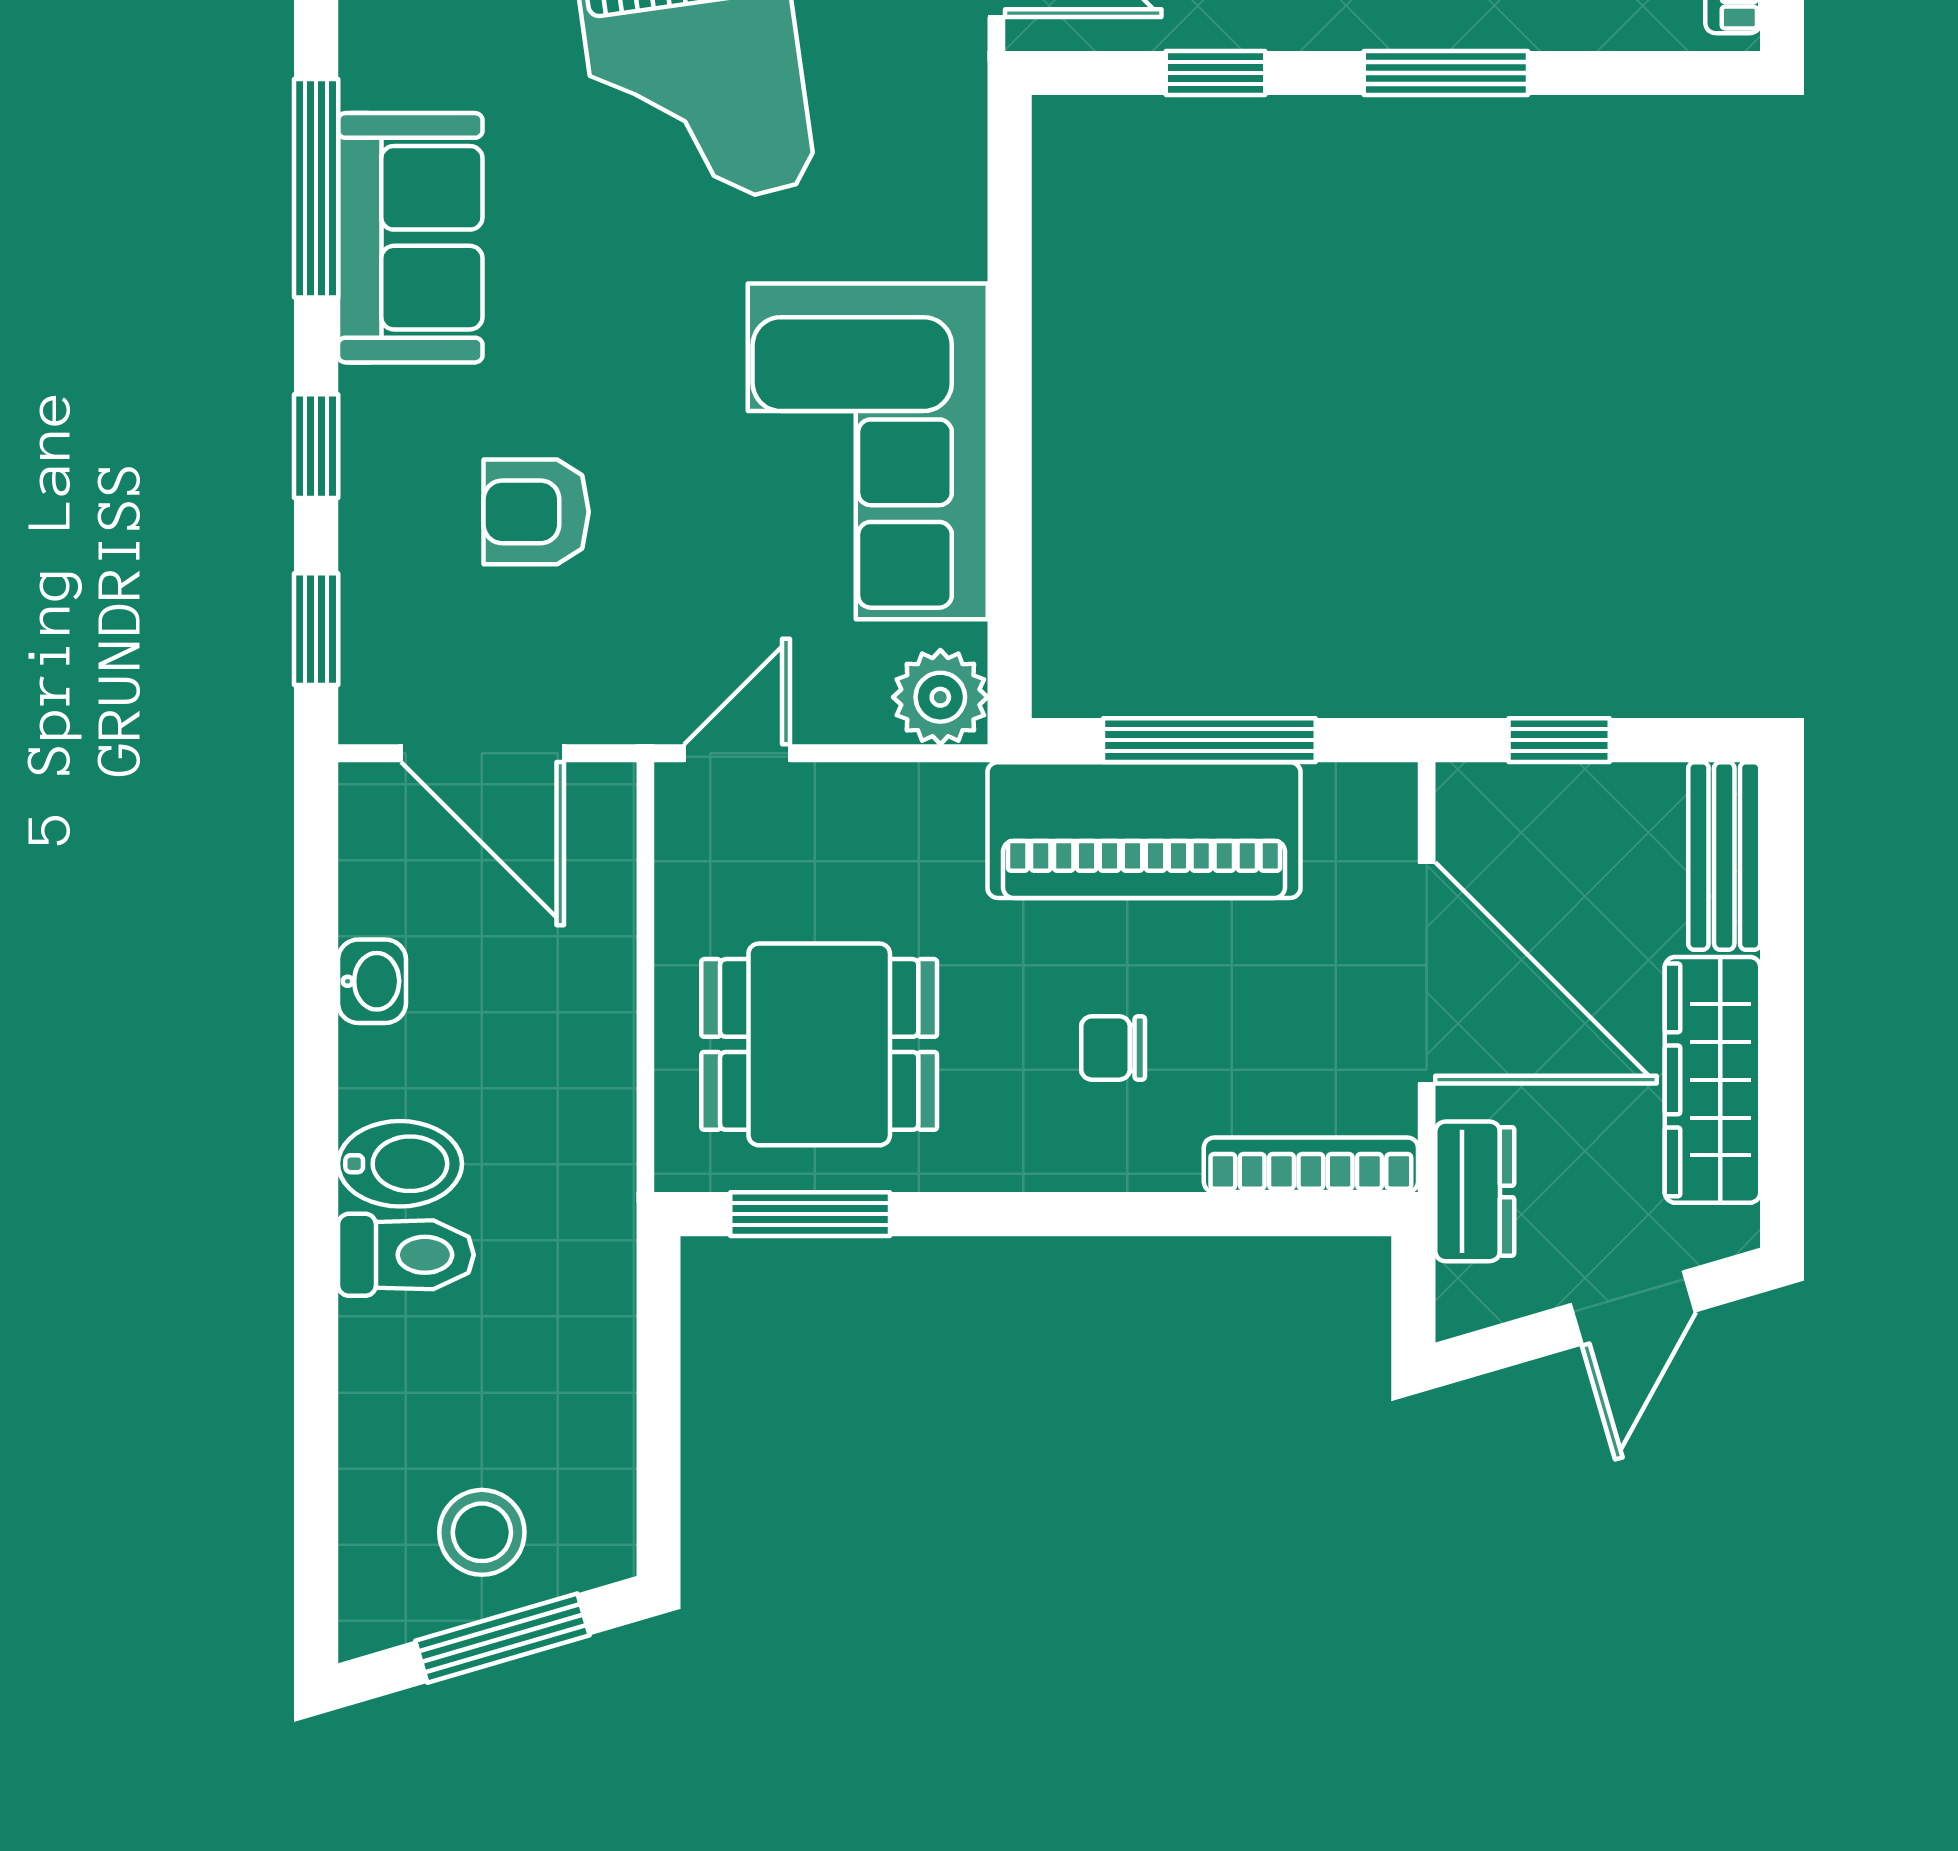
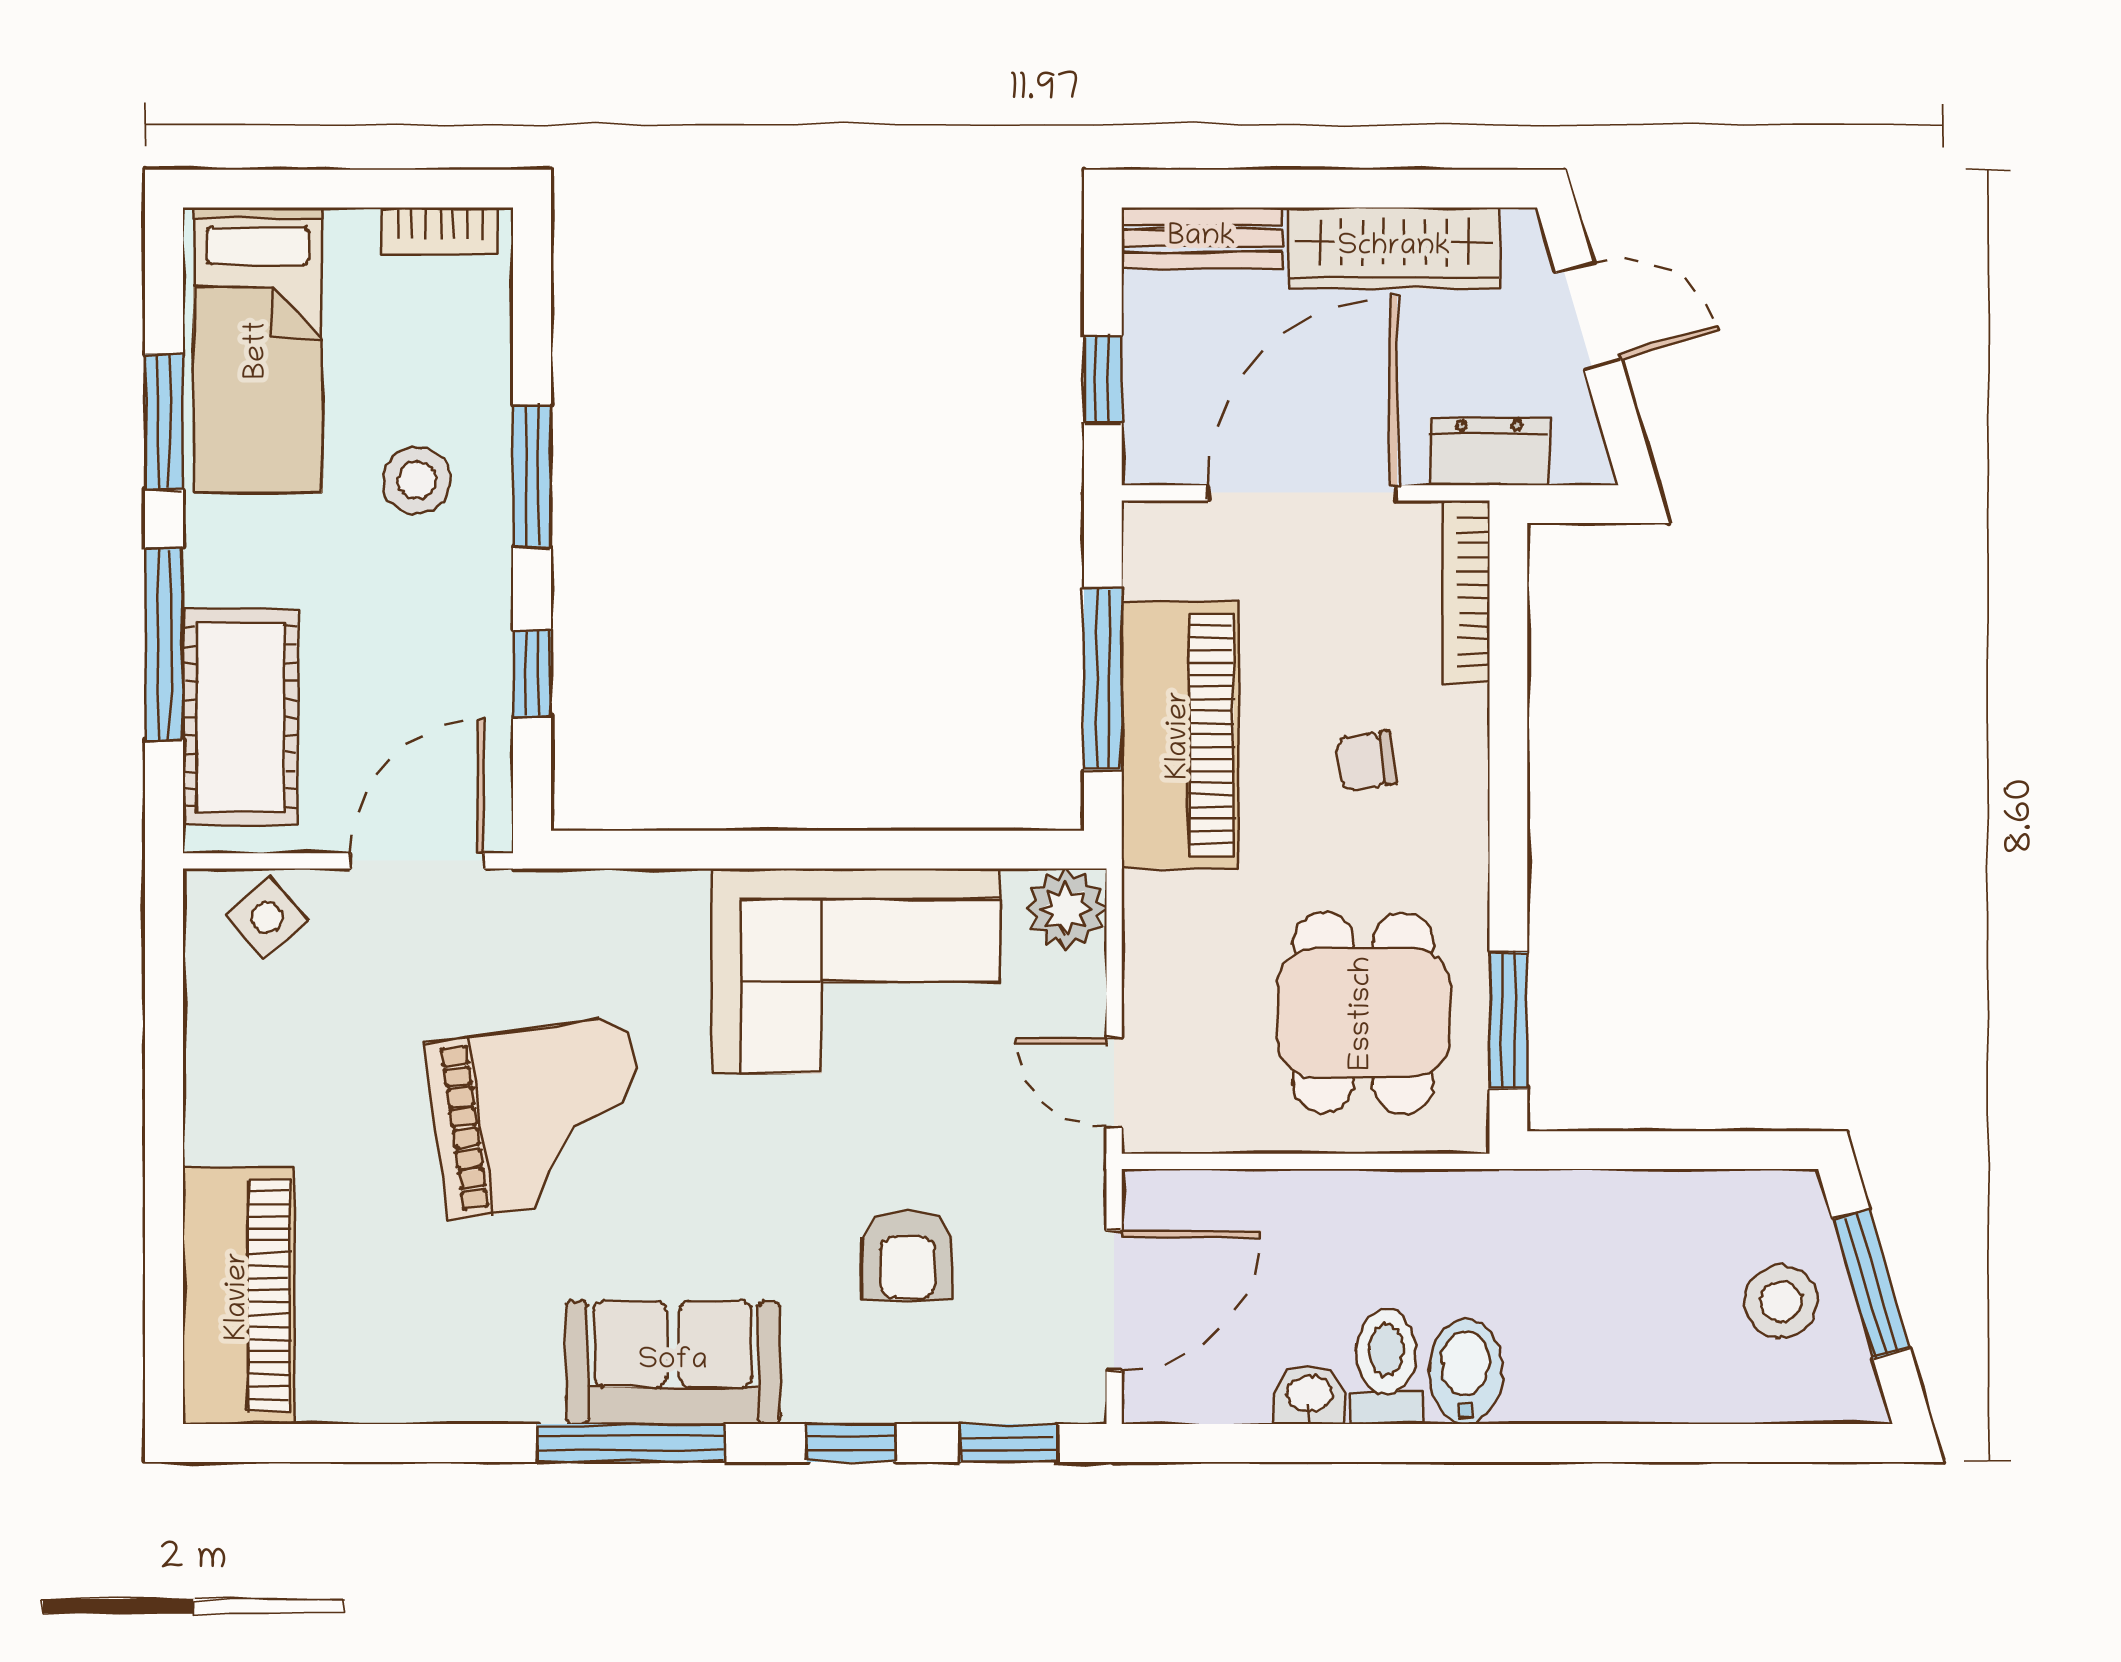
chair: (1113, 1048) -> (1366, 761), turned 82
toilet: (406, 1255) -> (1386, 1366), moved

